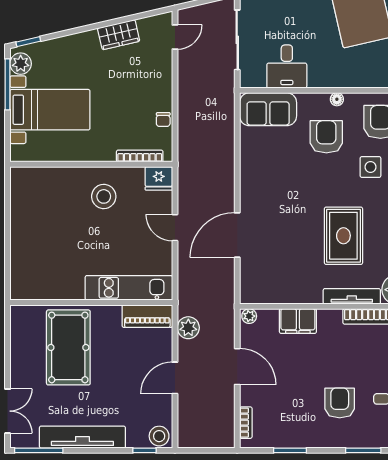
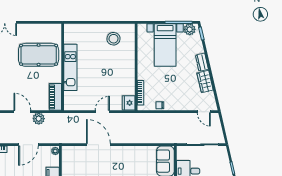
dresser: (82, 41) -> (202, 62), added
stool: (104, 196) -> (114, 39), moved
kitchen unit: (129, 288) -> (70, 67), moved
plant: (188, 328) -> (39, 119), moved

